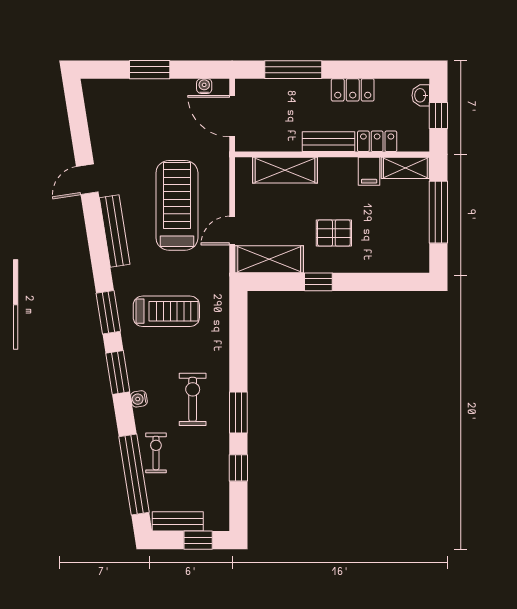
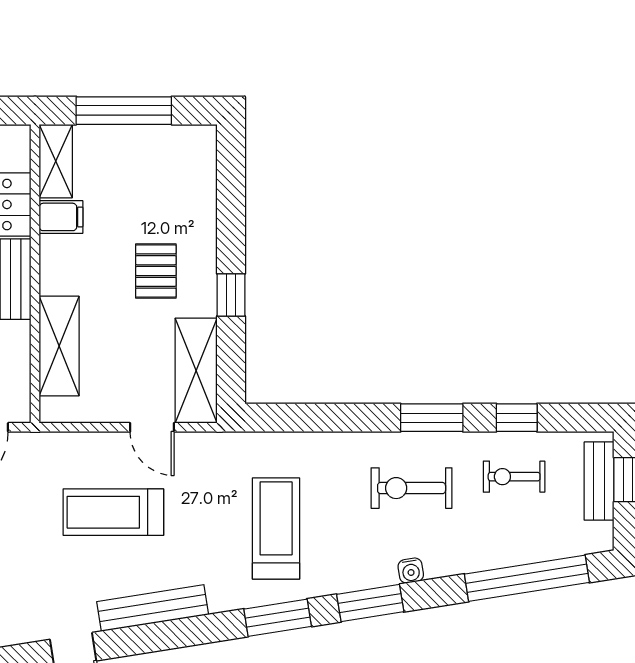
treadmill: (177, 205) -> (113, 512), width x0.73, depth x0.73
exercise bike: (156, 453) -> (514, 477), moved
bench: (178, 521) -> (599, 481), moved

